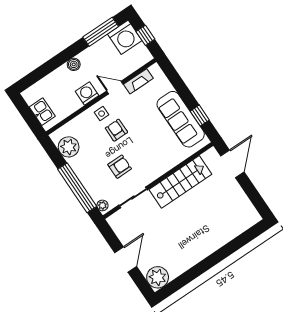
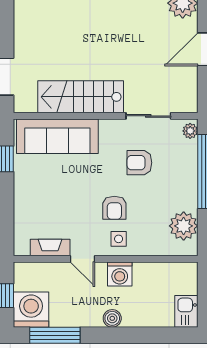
kitchen sink: (42, 112) -> (186, 311), moved
sofa: (181, 119) -> (57, 136), moved, turned 90

